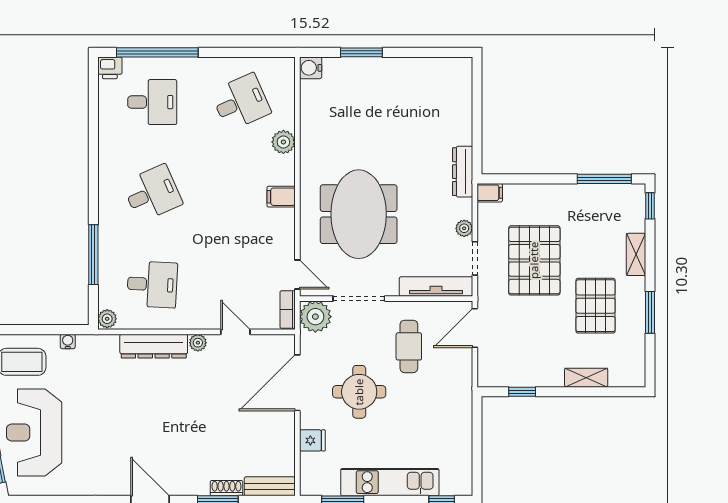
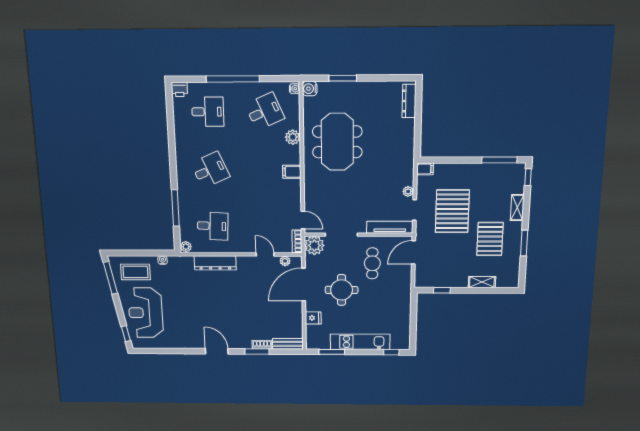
window: (157, 52) -> (233, 79), moved
water cooler: (287, 68) -> (295, 89), added
dresser: (463, 172) -> (409, 101), moved
meeting table: (359, 214) -> (337, 142), moved
plant: (198, 343) -> (285, 261), moved

